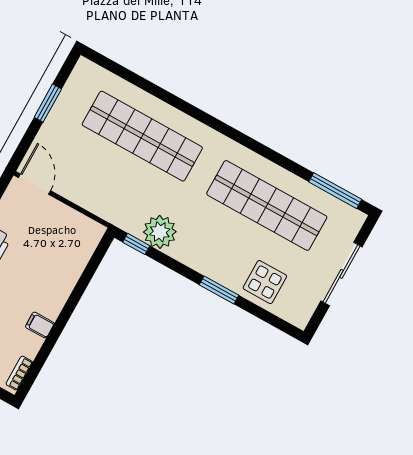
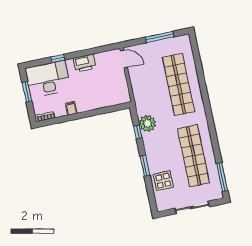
window: (48, 103) -> (160, 37), width x1.44
door: (34, 184) -> (124, 59), hinge flipped
window: (136, 244) -> (138, 132), moved

